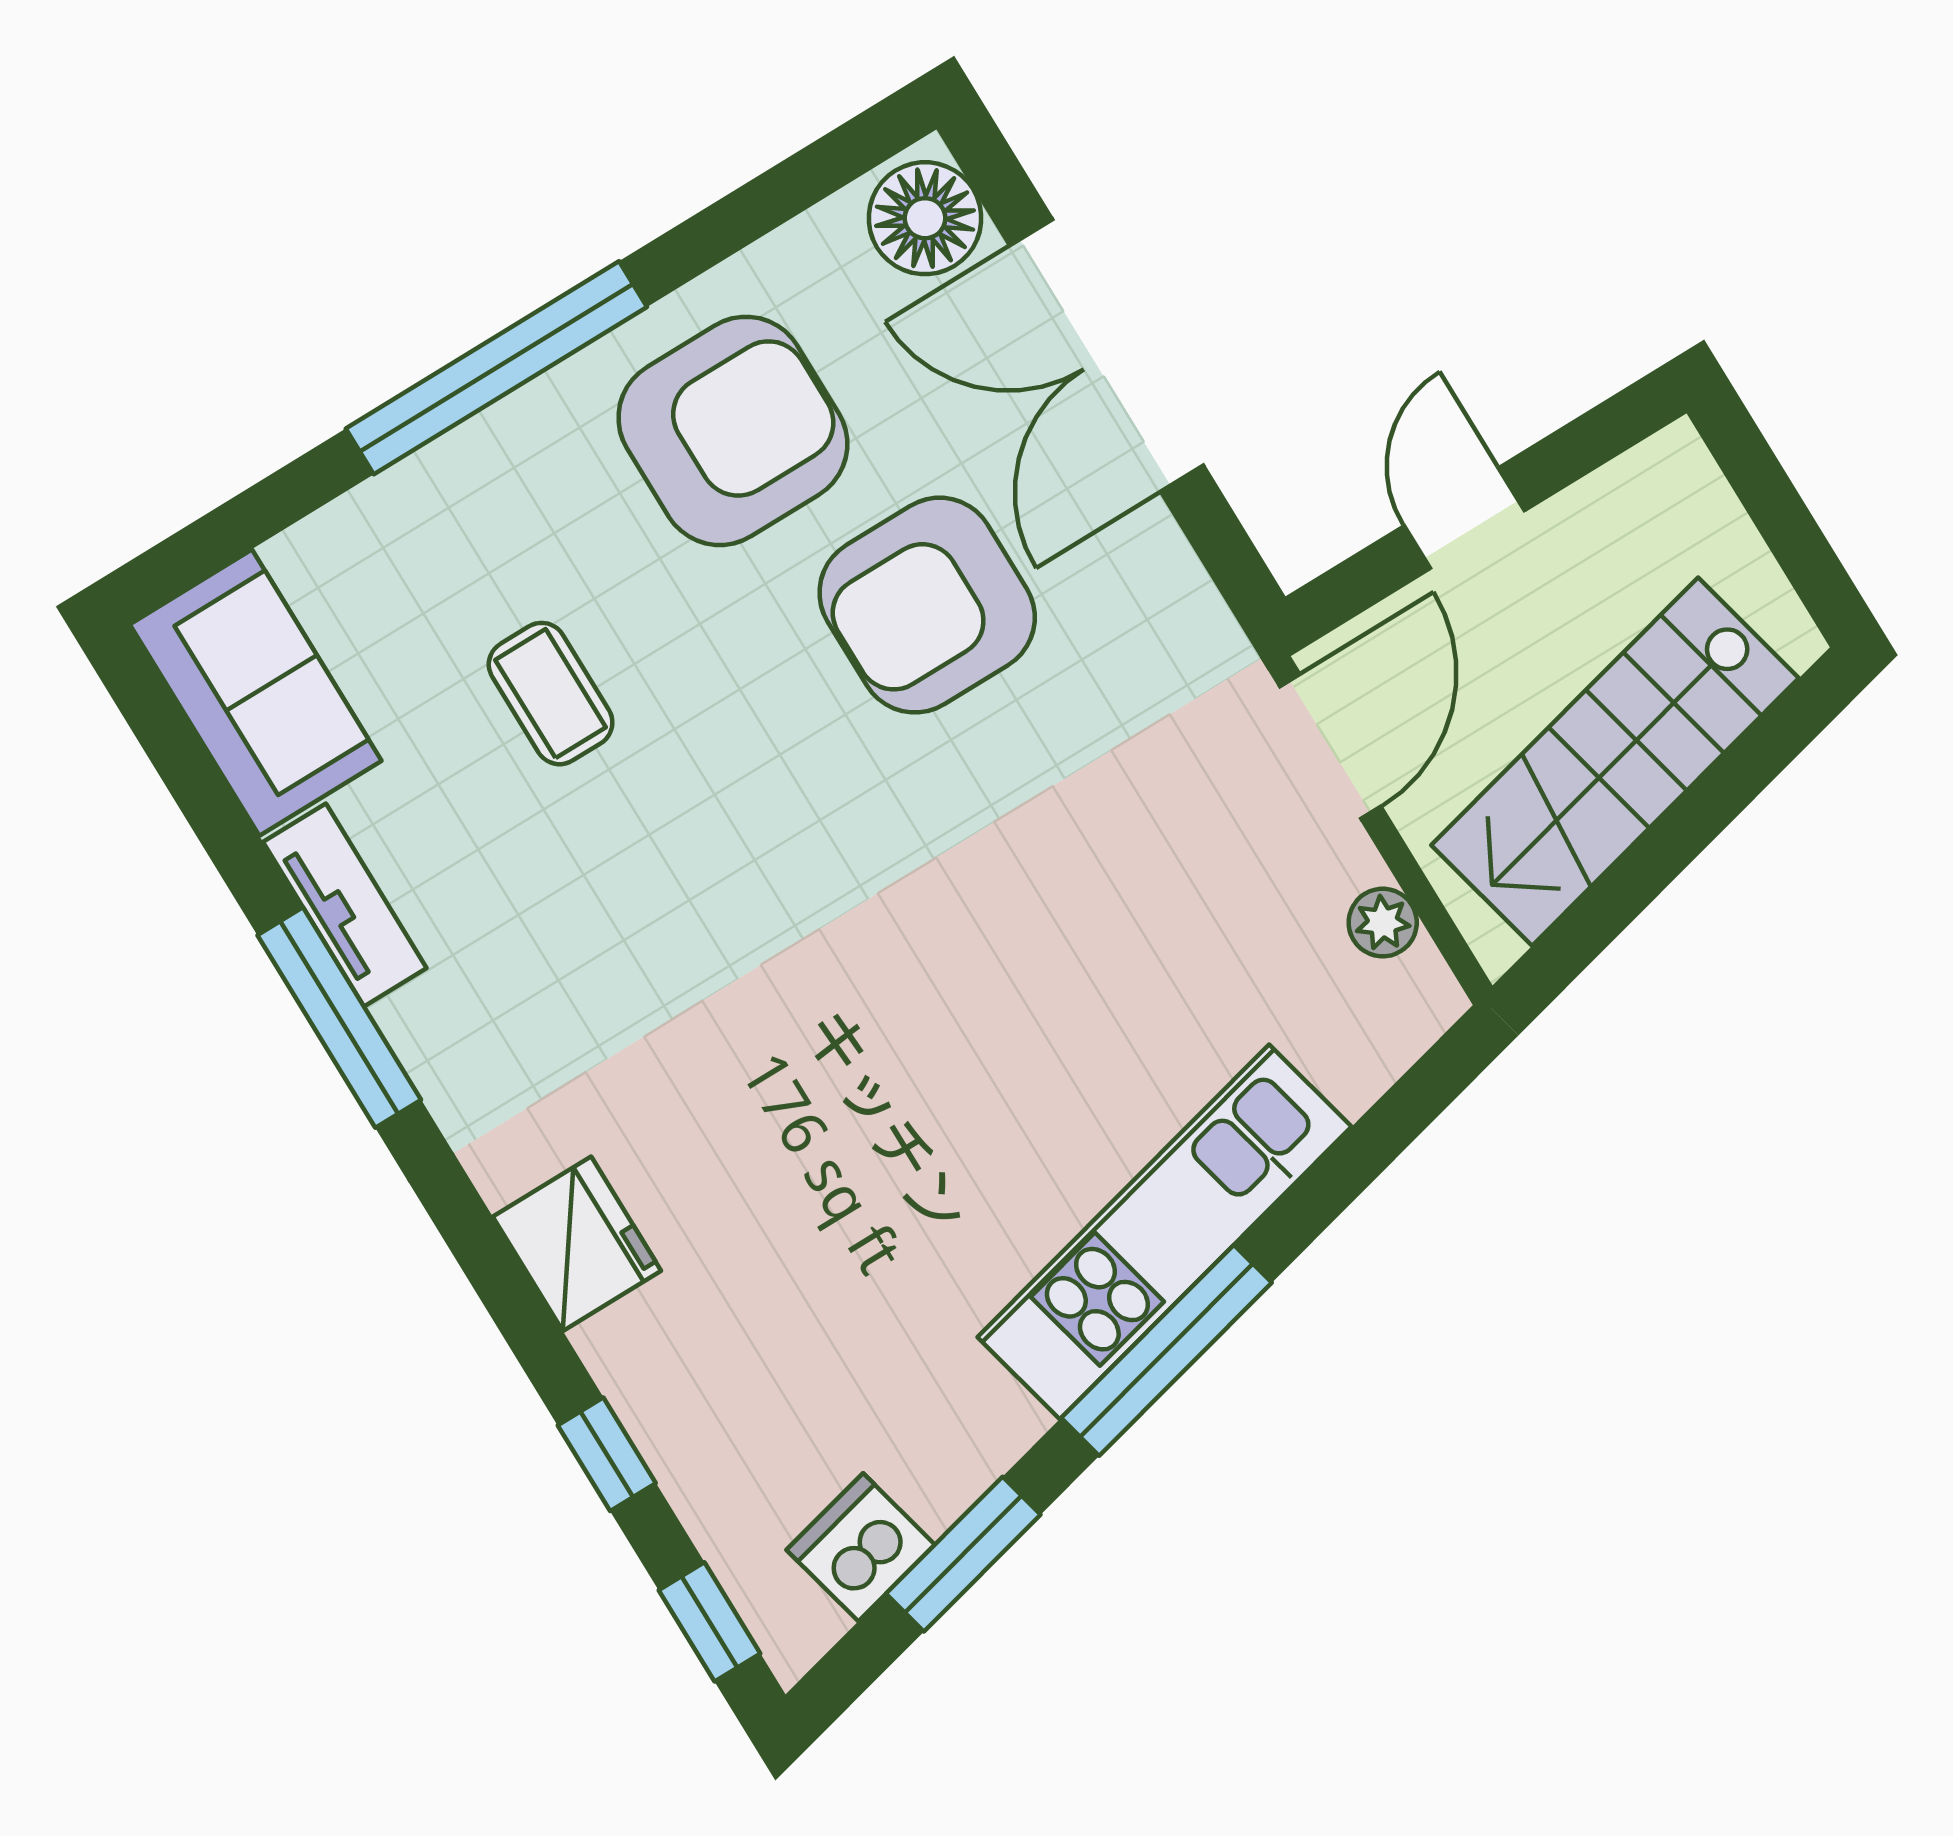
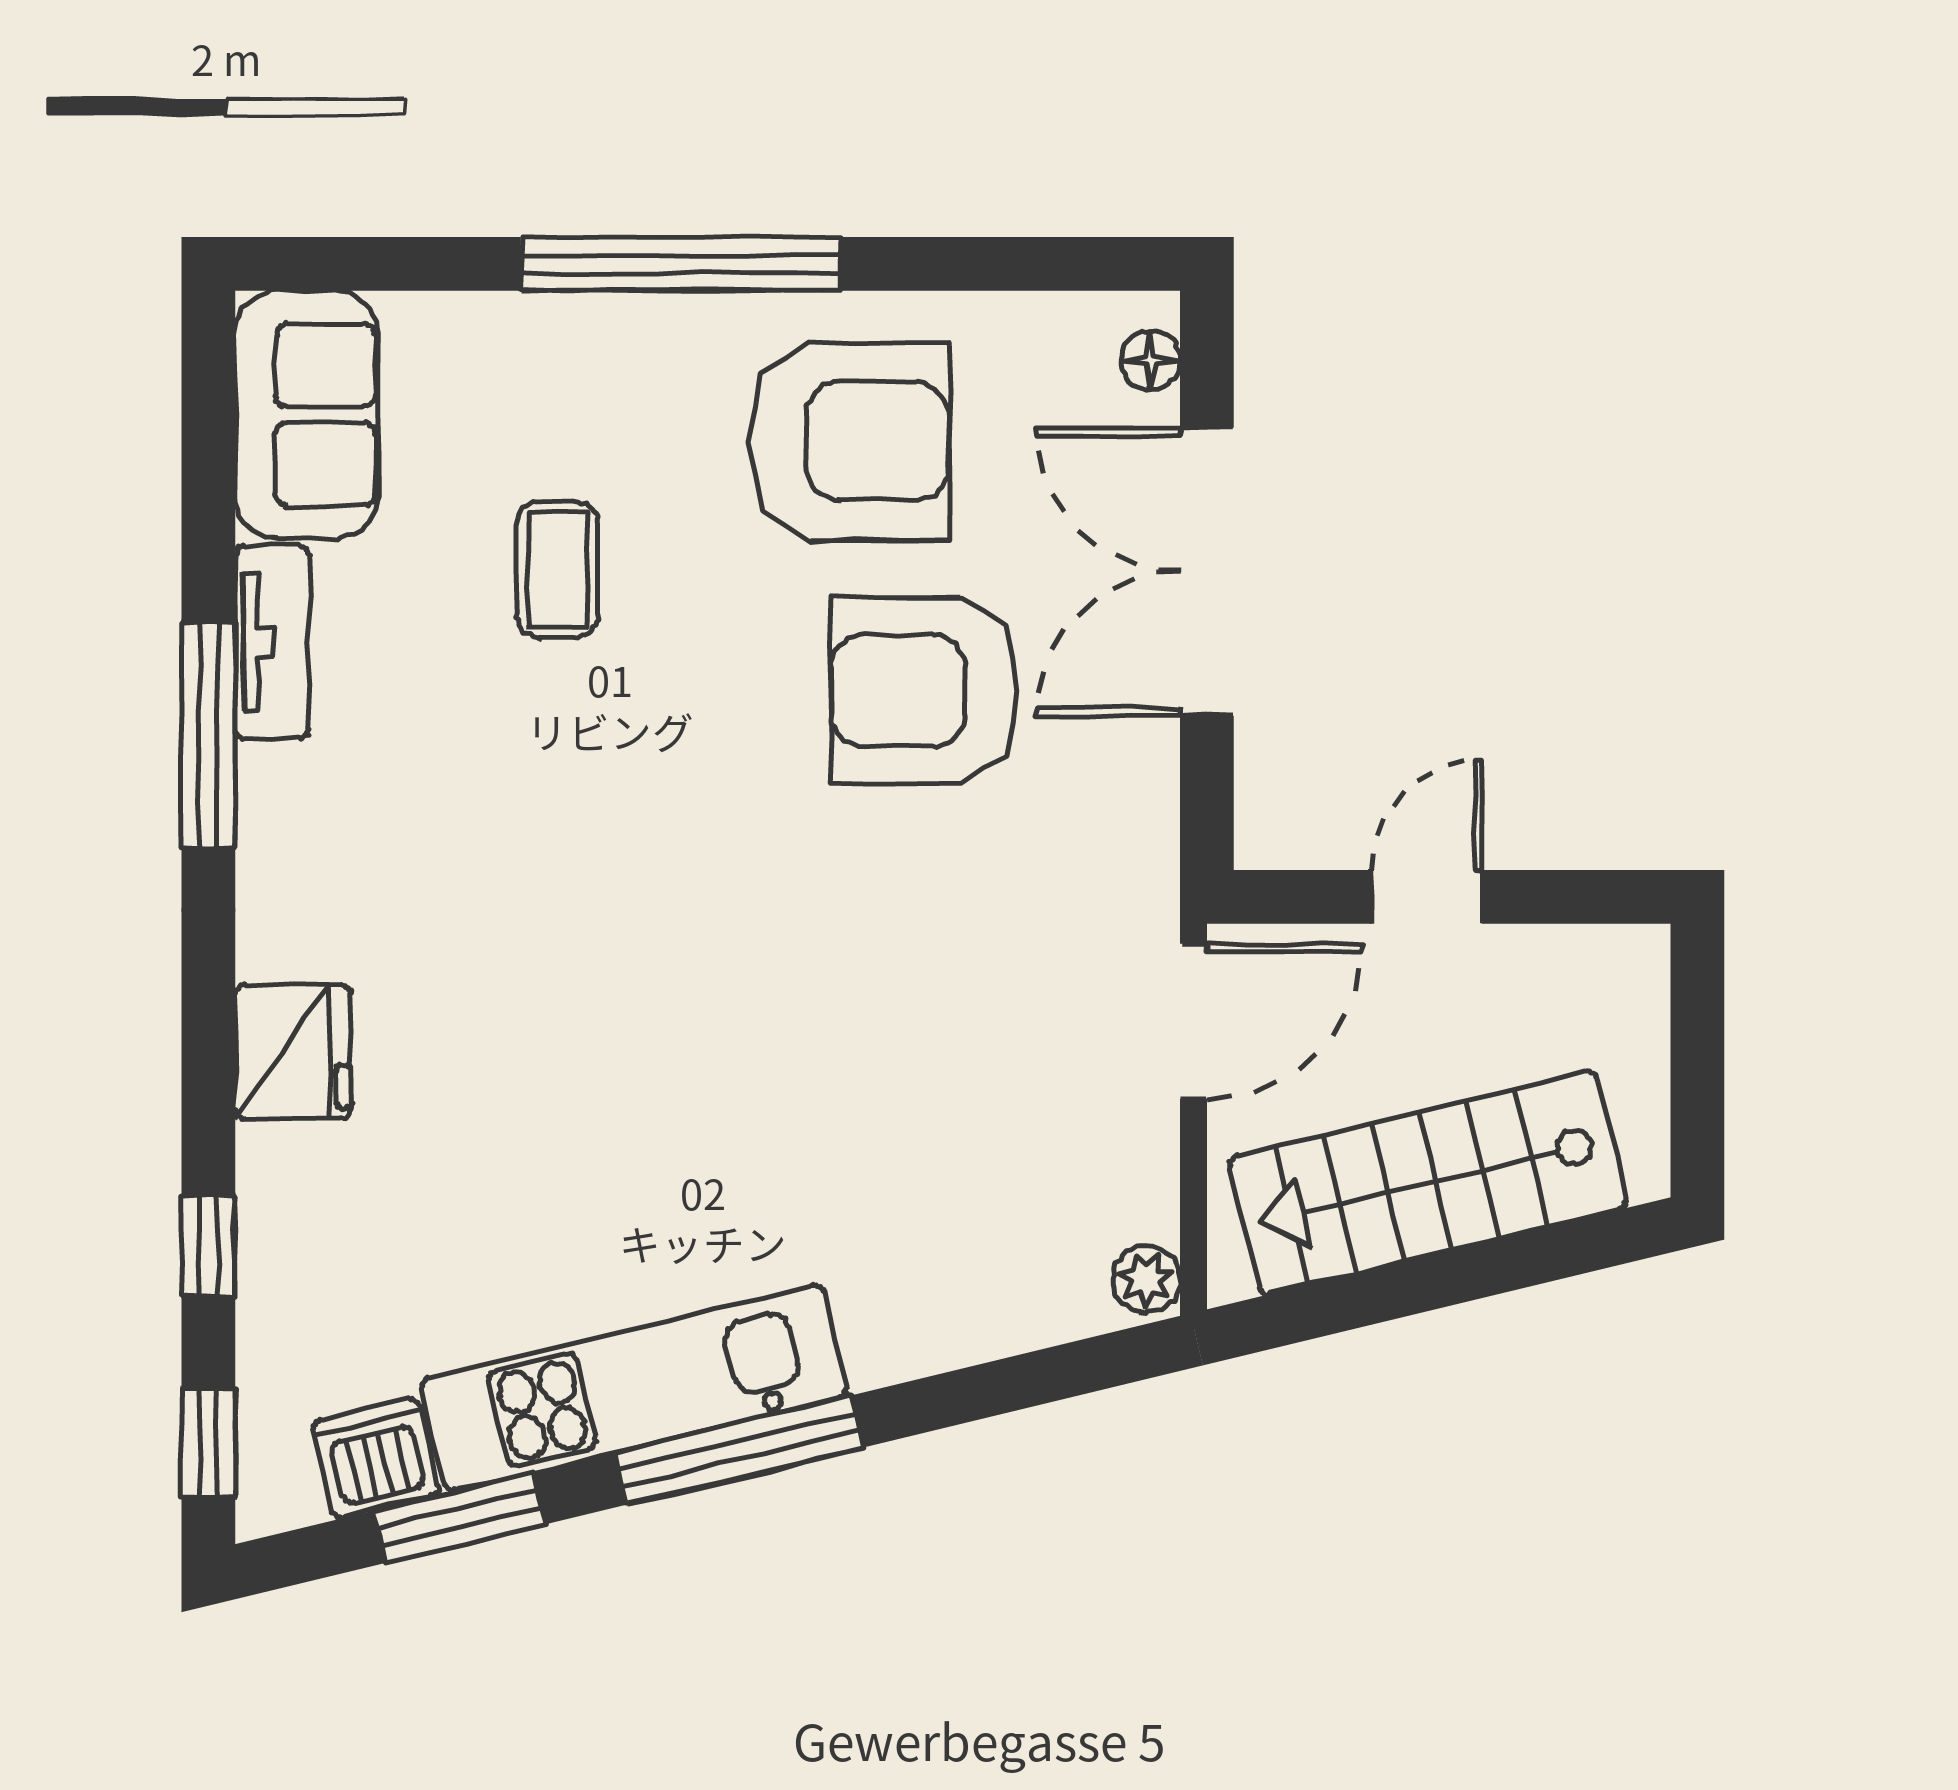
floor lamp: (925, 218) -> (1150, 360), width x0.53, depth x0.53
plant: (1383, 923) -> (1146, 1279), moved
kitchen unit: (1165, 1232) -> (634, 1388), moved

